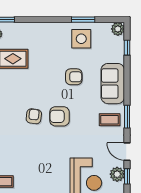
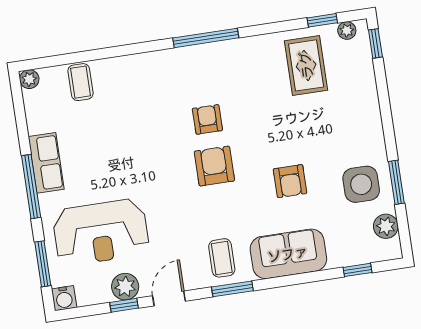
plant: (118, 29) -> (386, 226), moved
armchair: (34, 116) -> (207, 119), turned -97

